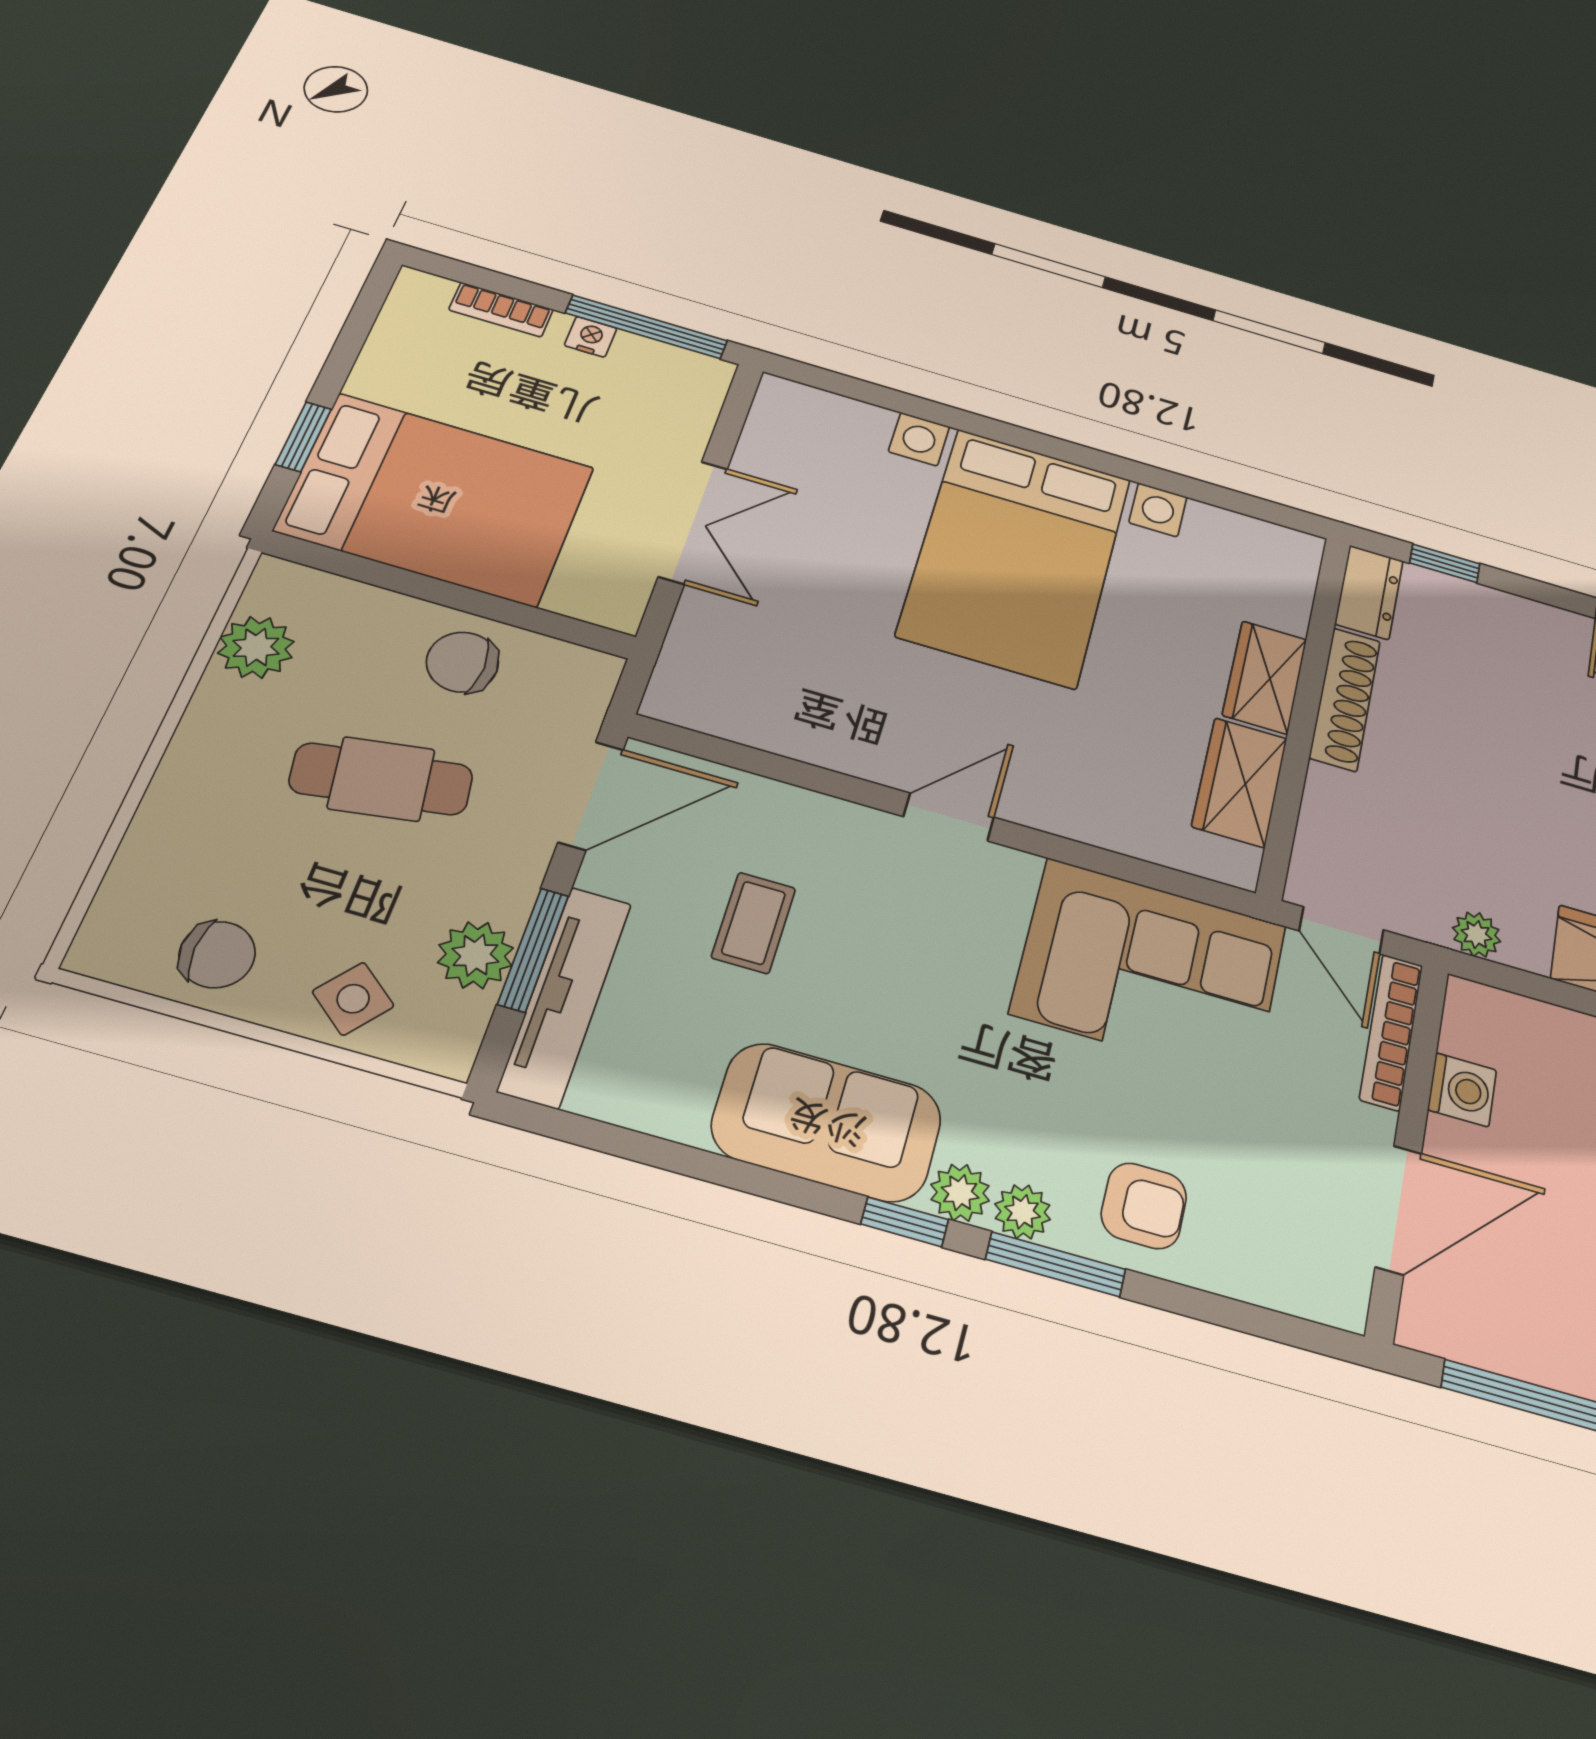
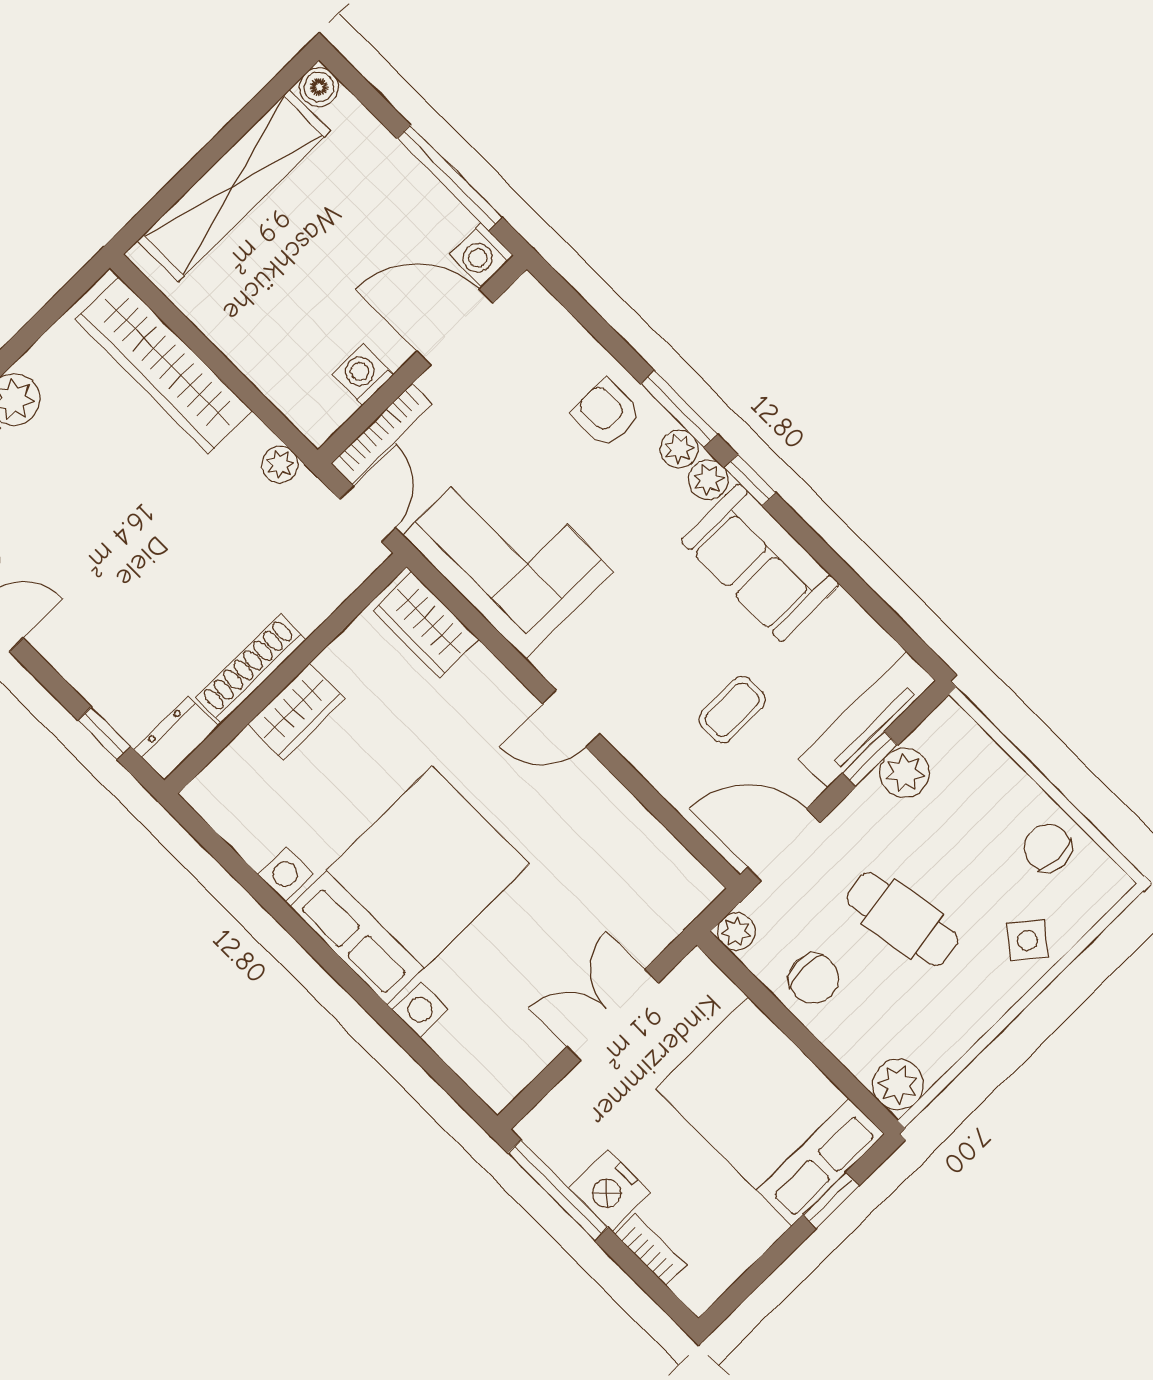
nightstand: (591, 337) -> (610, 1190), width x1.89, depth x1.79
plant: (256, 647) -> (898, 1085), moved
plant: (594, 672) -> (736, 932), added
wardrobe: (1240, 782) -> (426, 625), moved, turned 90
window: (533, 950) -> (870, 759), width x0.67
side table: (353, 999) -> (1028, 940), moved
washing machine: (1432, 1322) -> (481, 255), added

